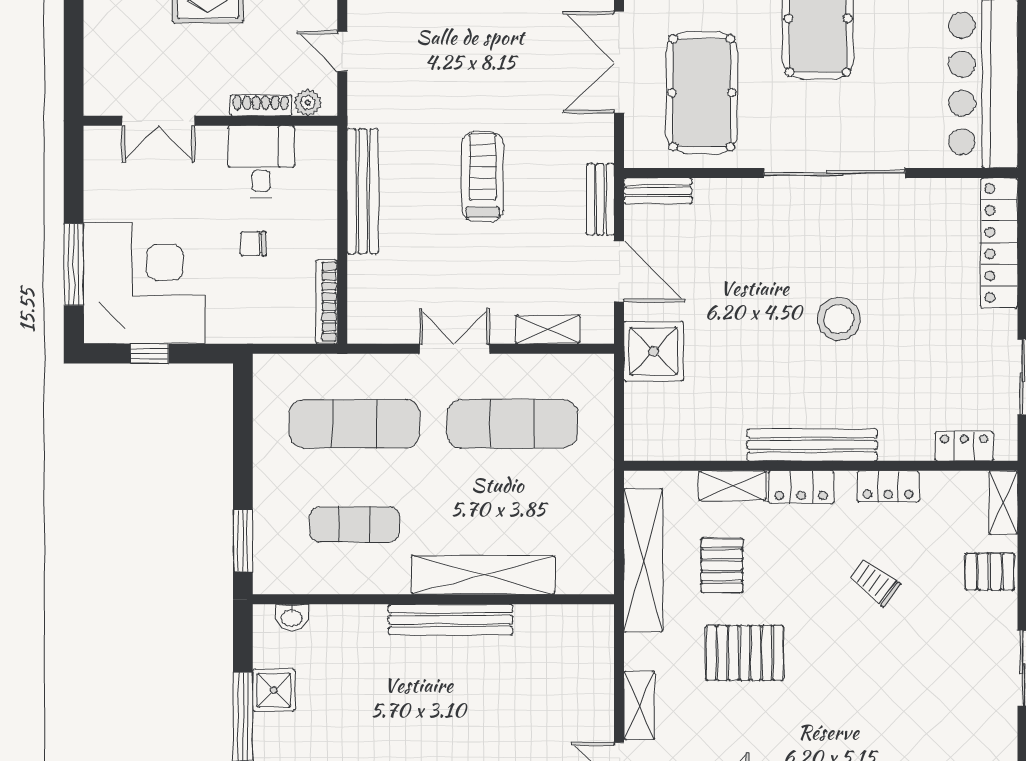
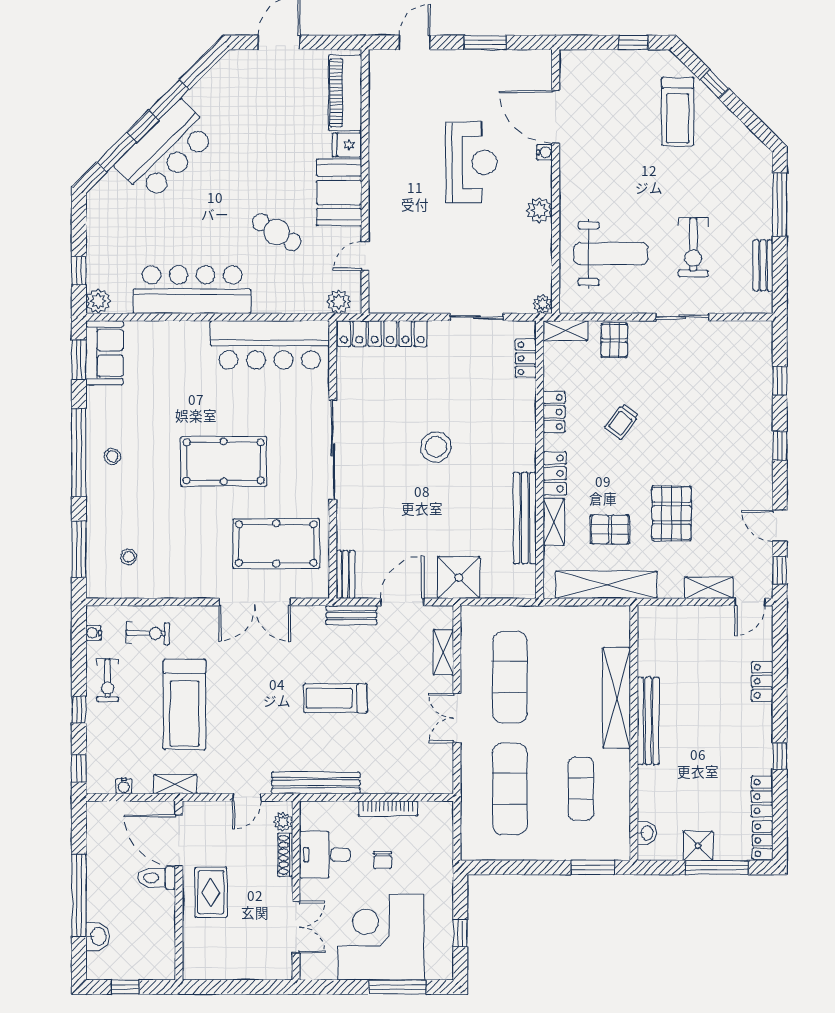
bench: (363, 191) -> (316, 783), moved
corner desk: (144, 283) -> (381, 937), moved
bookcase: (327, 302) -> (388, 808), moved
bench: (812, 445) -> (525, 518), moved

